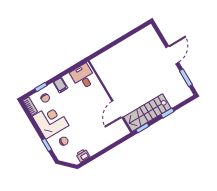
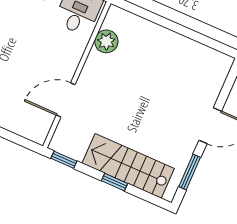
plant: (105, 74) -> (106, 41), added
stairs: (147, 113) -> (128, 166), moved

